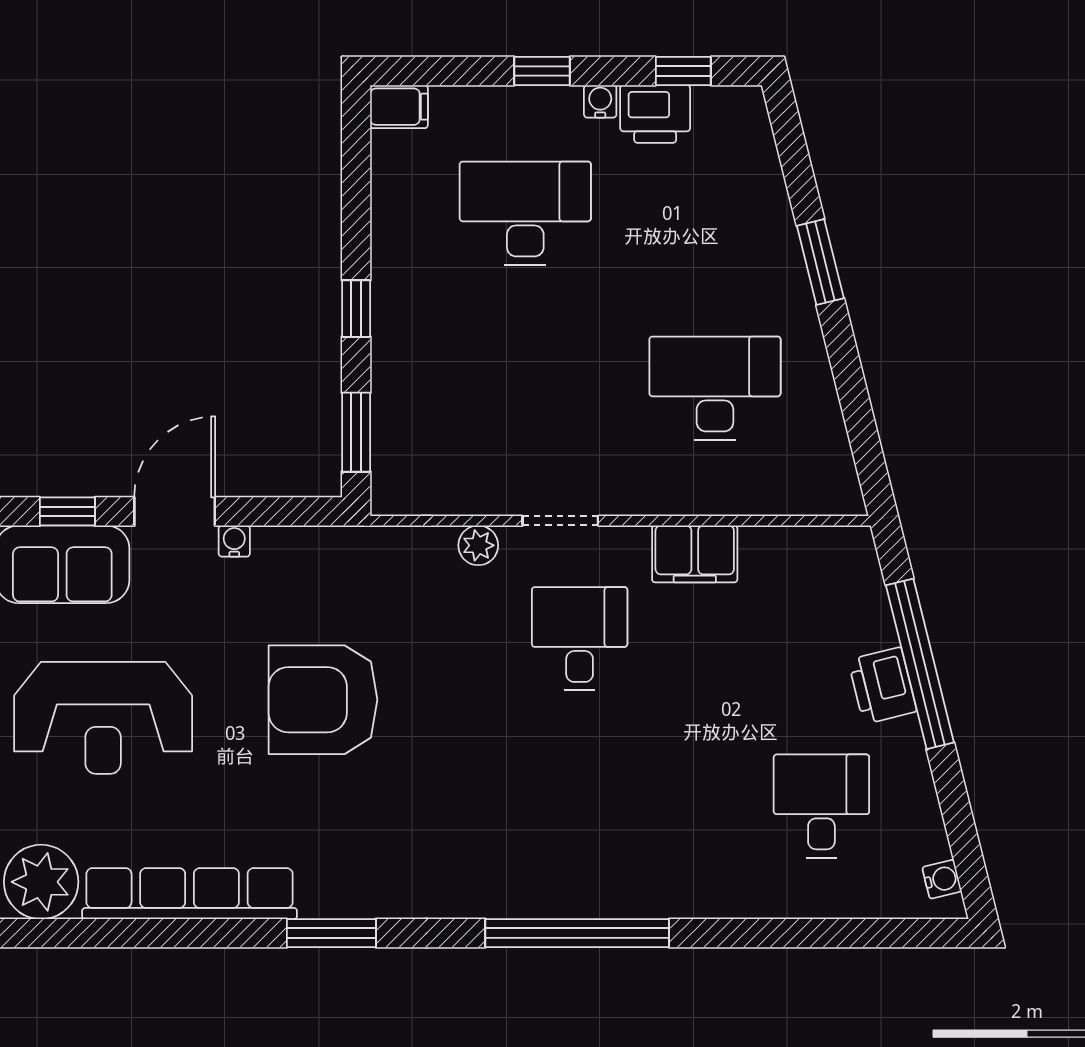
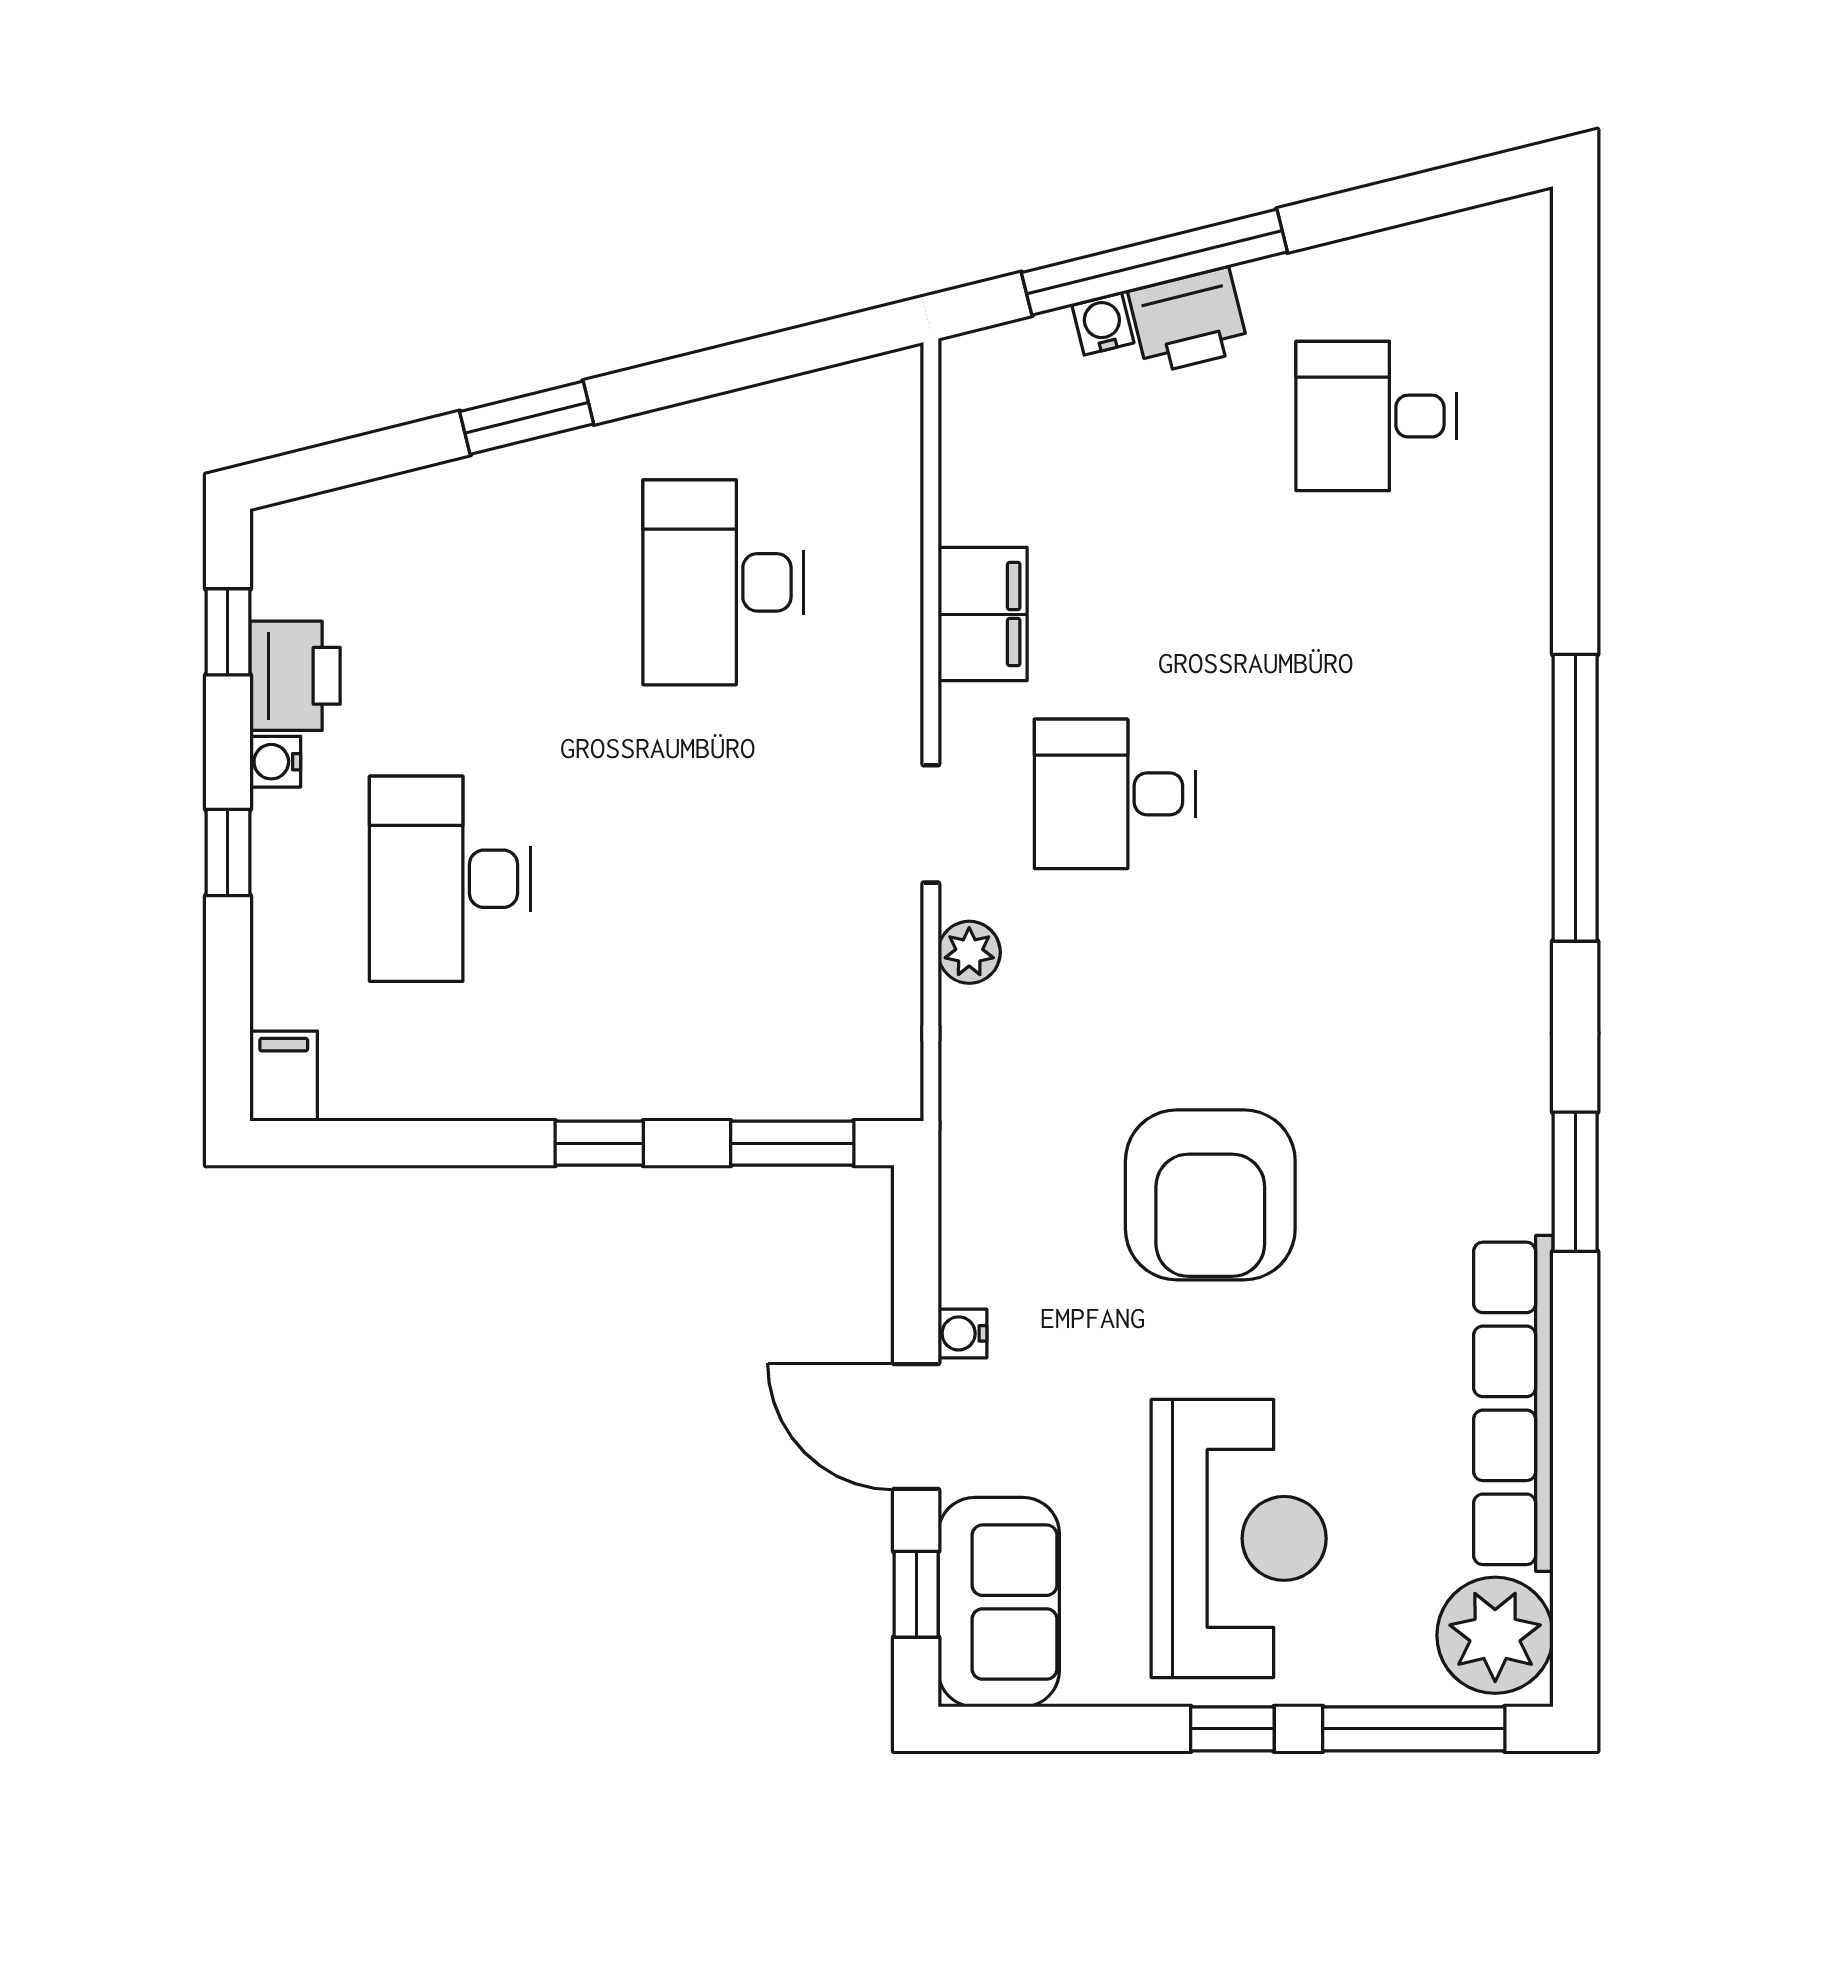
water cooler: (942, 879) -> (1103, 324), moved

